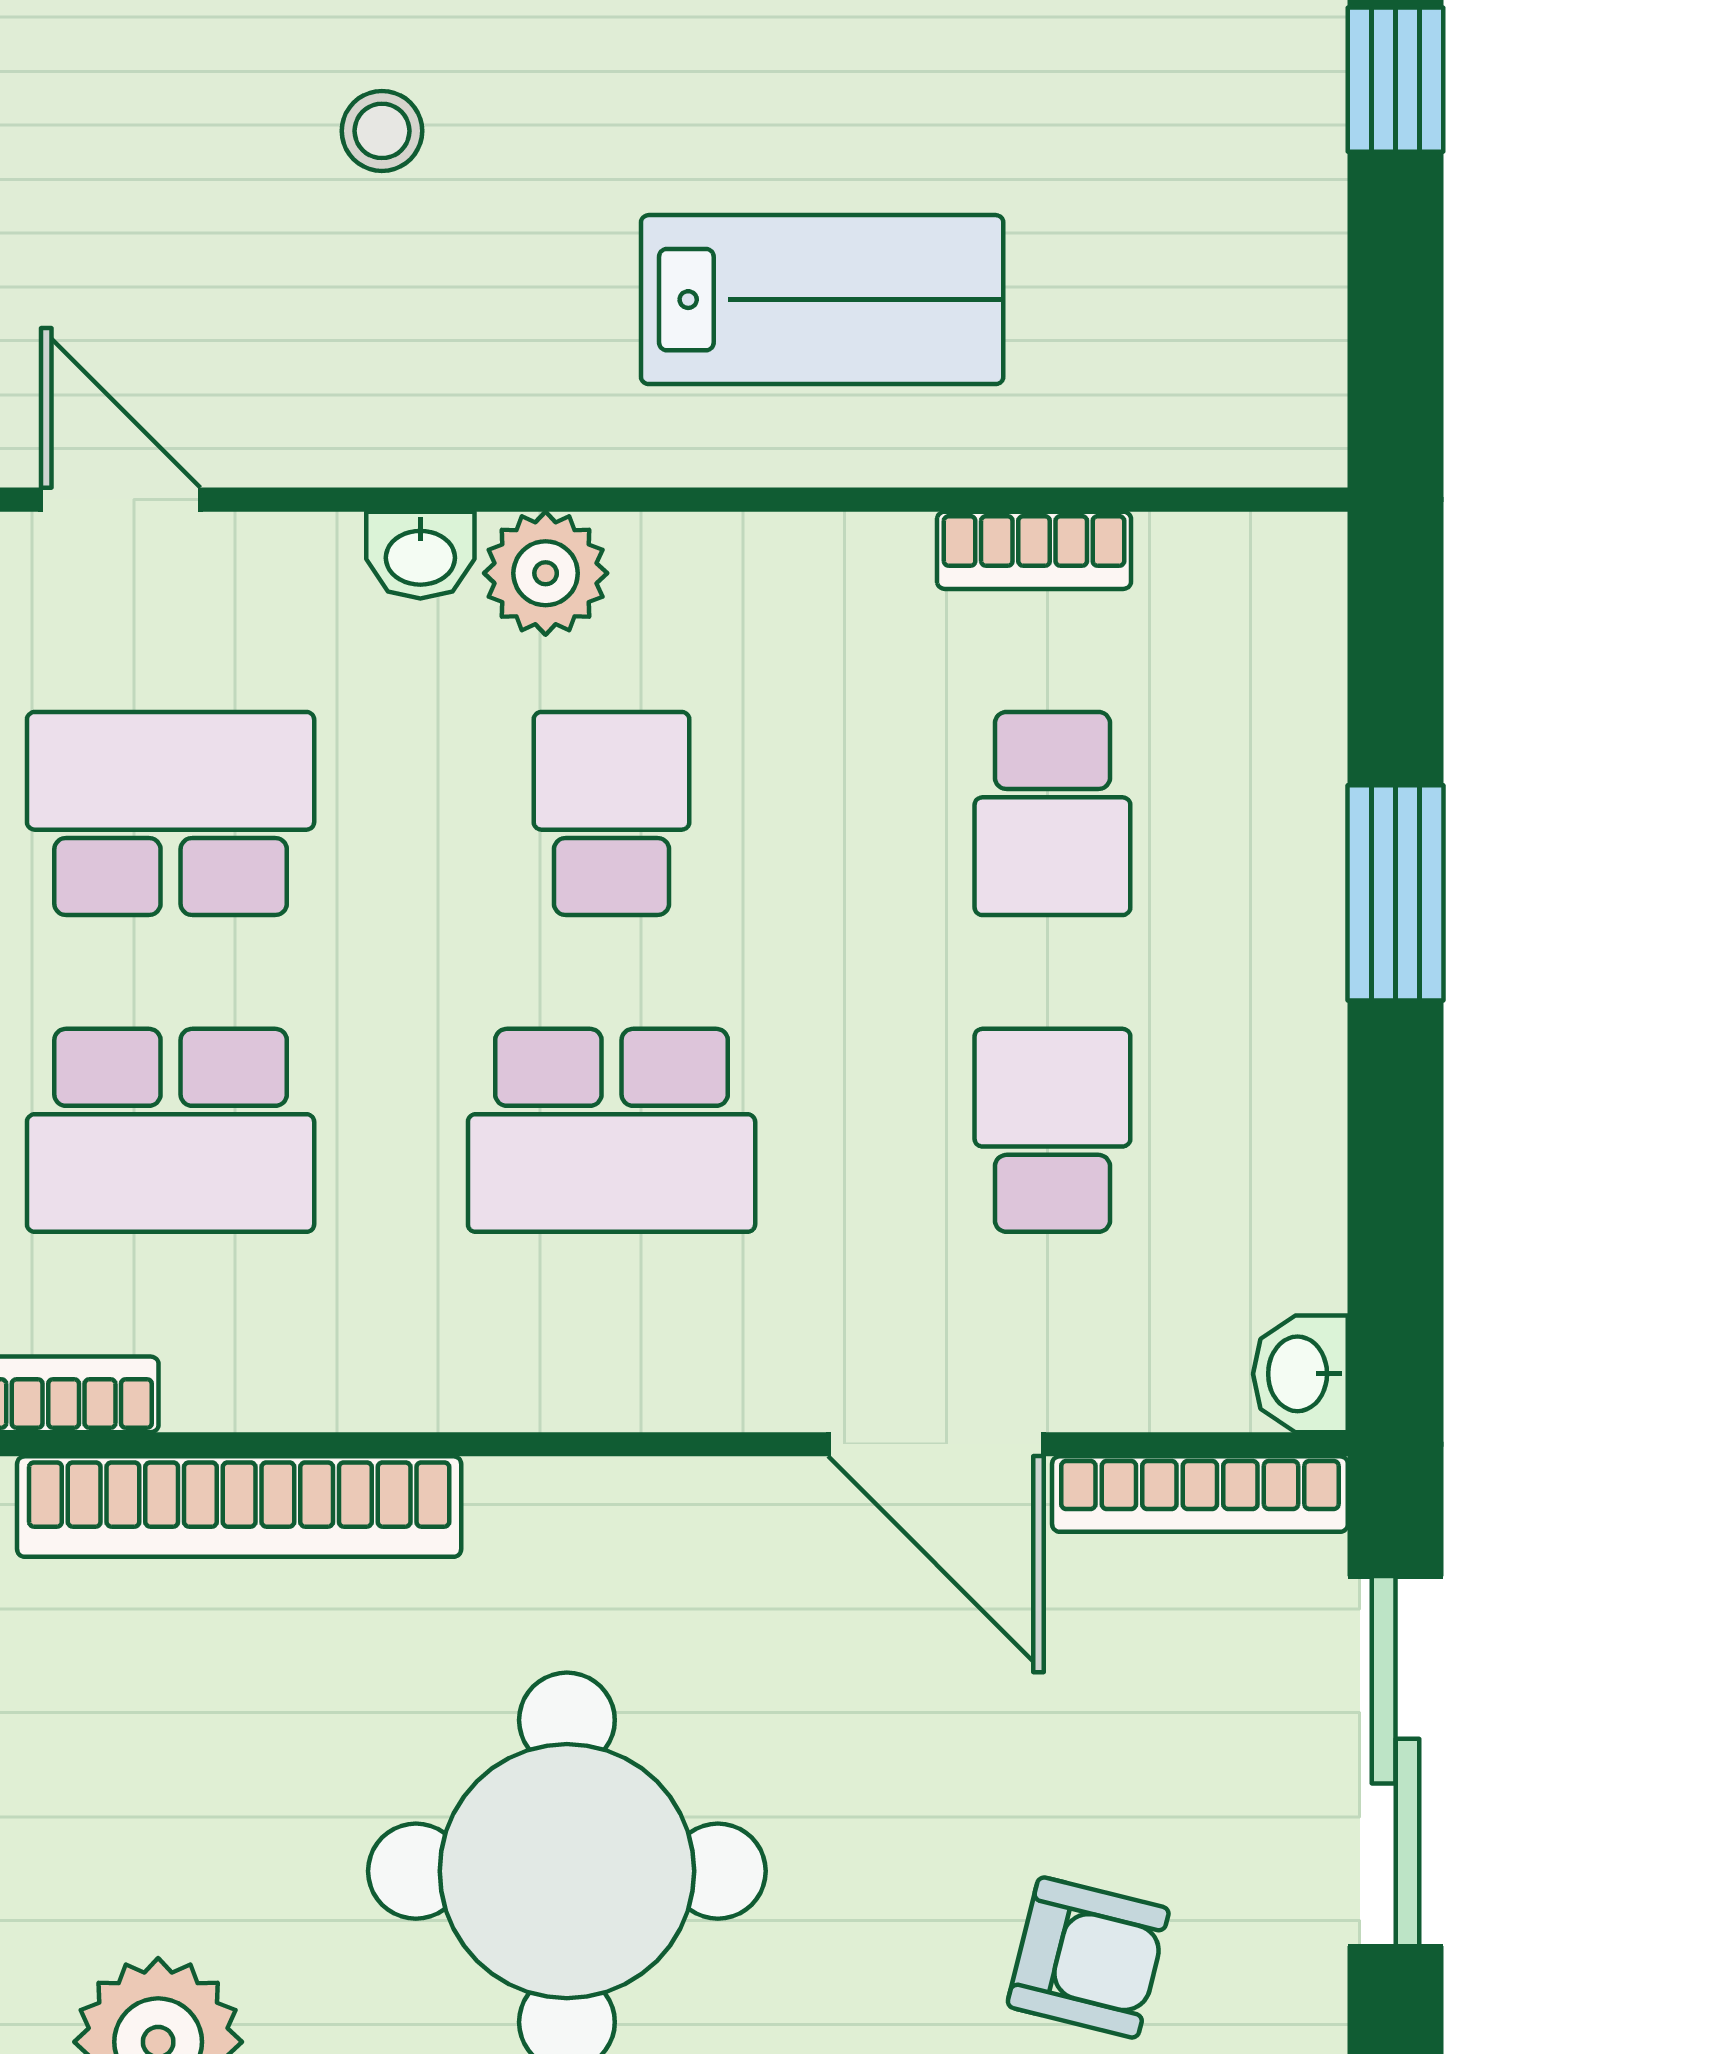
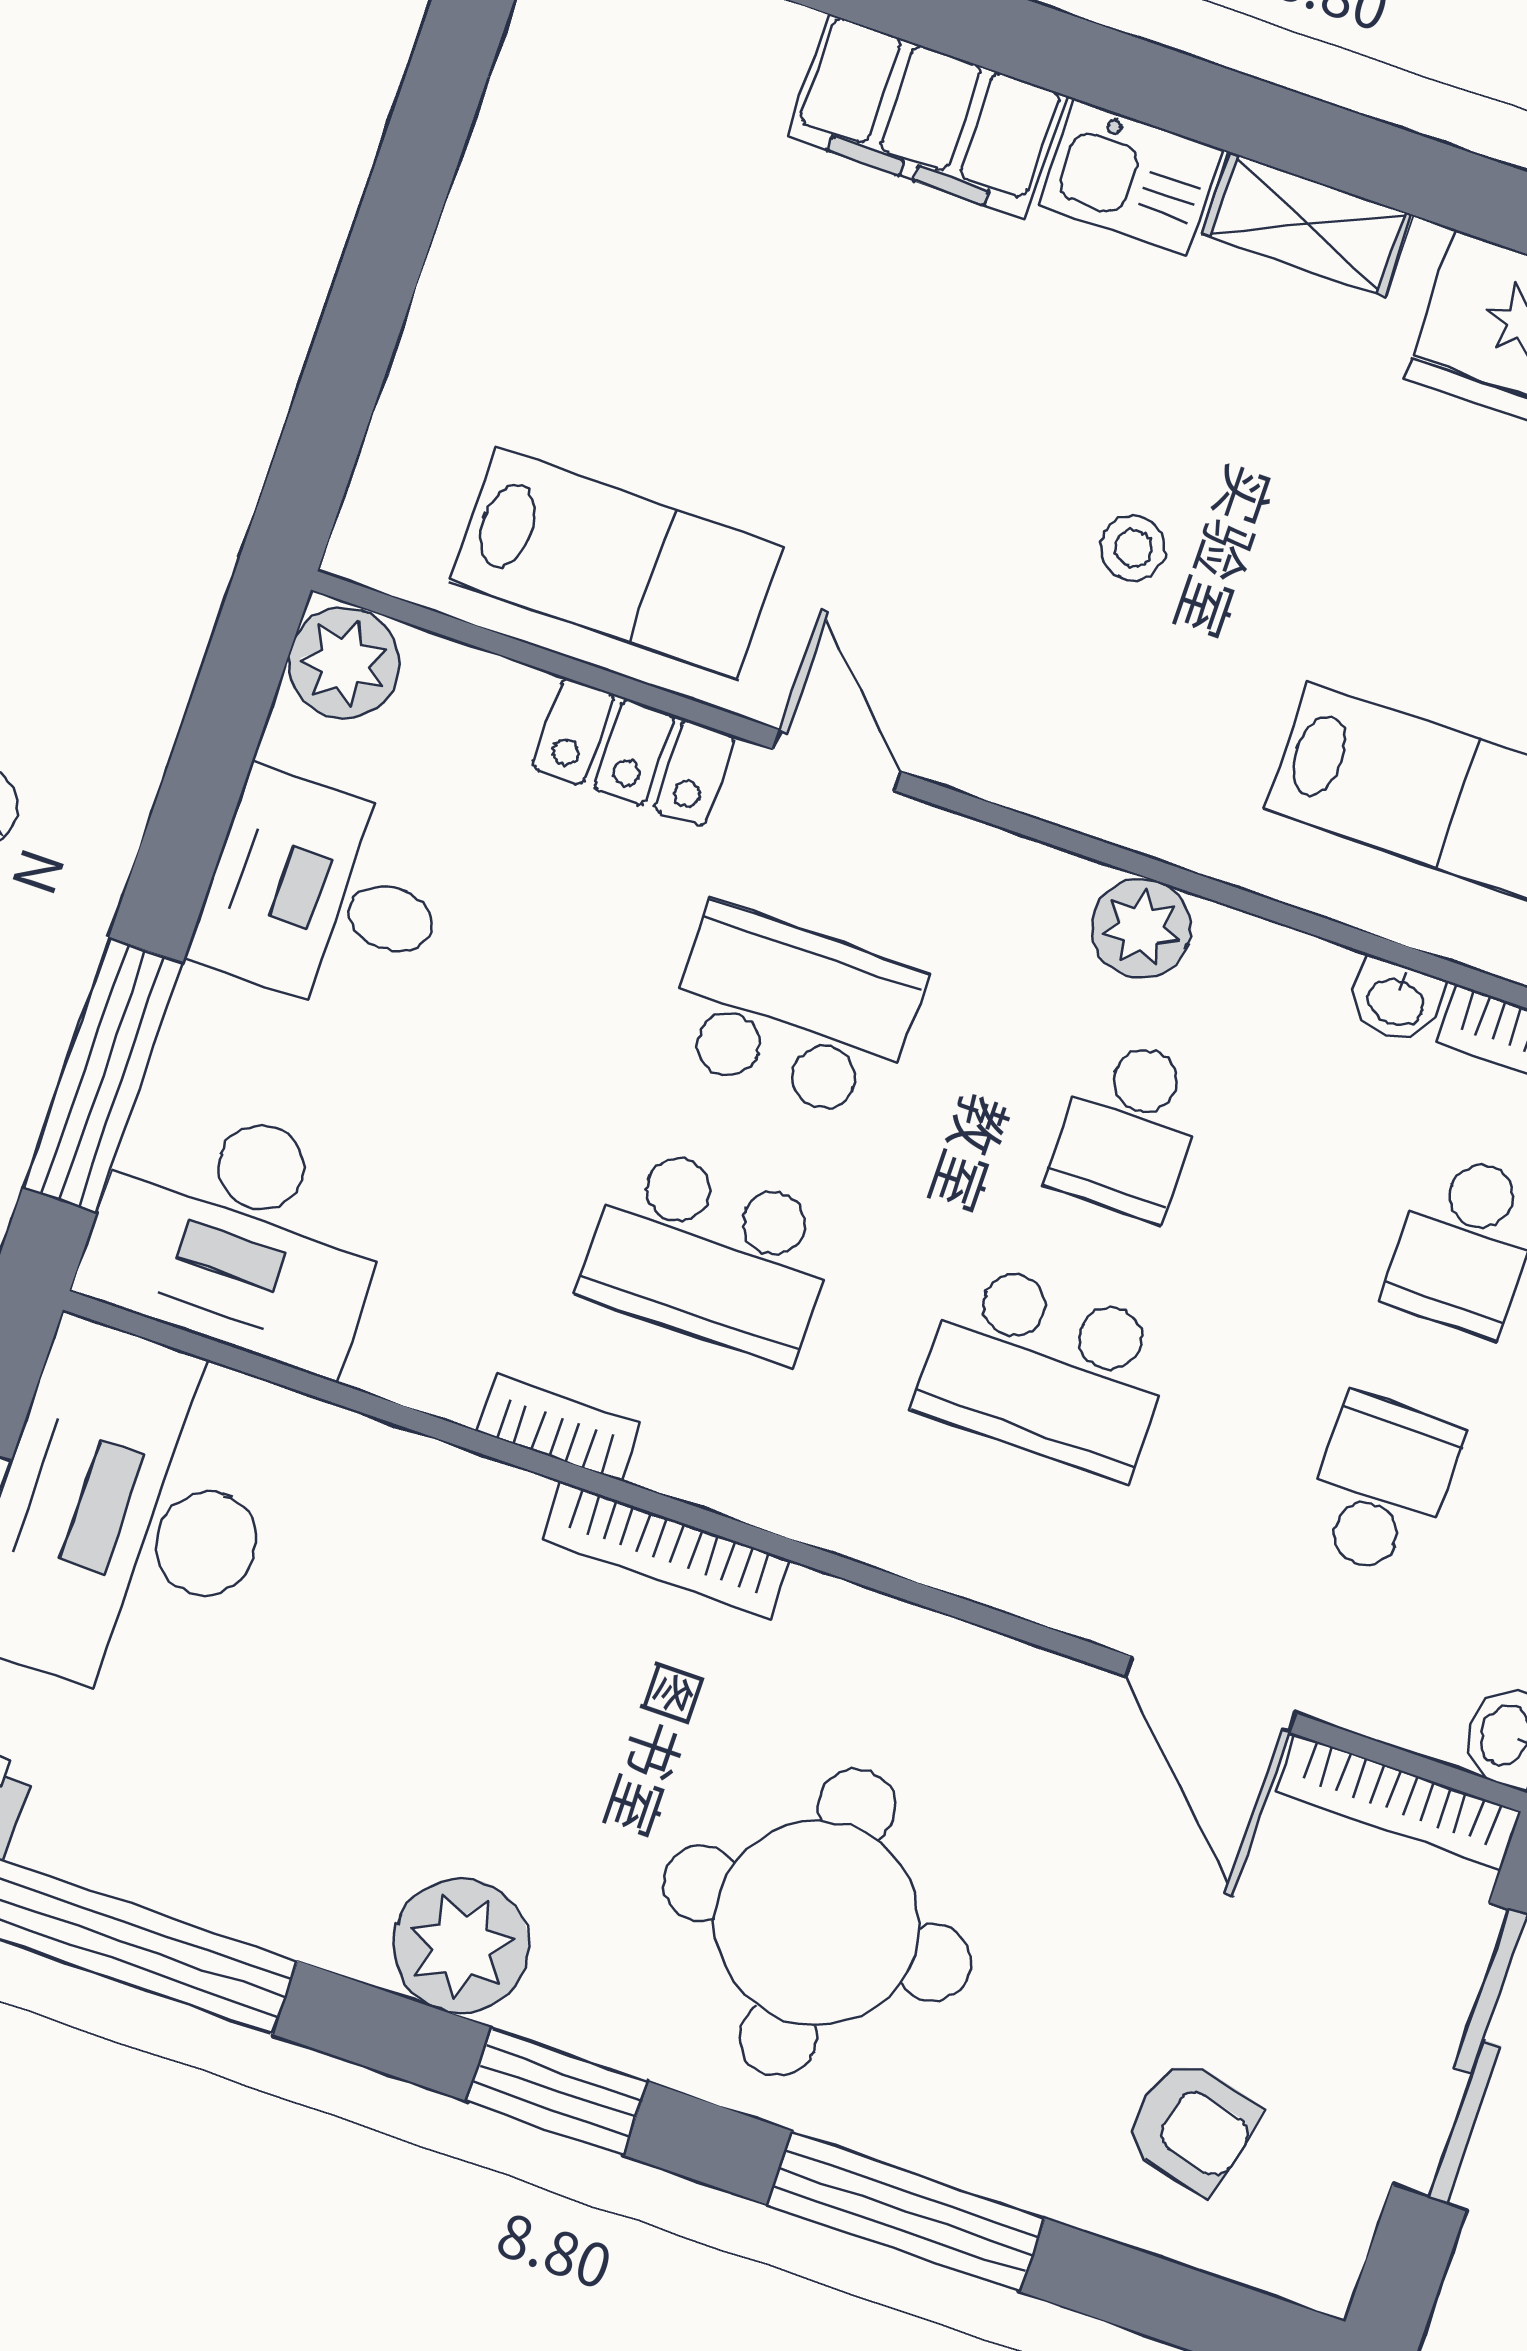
washbasin: (420, 555) -> (1396, 1000), moved
school desk: (612, 813) -> (1129, 1128), turned 180
bookcase: (239, 1507) -> (666, 1550), width x0.68, depth x0.76

